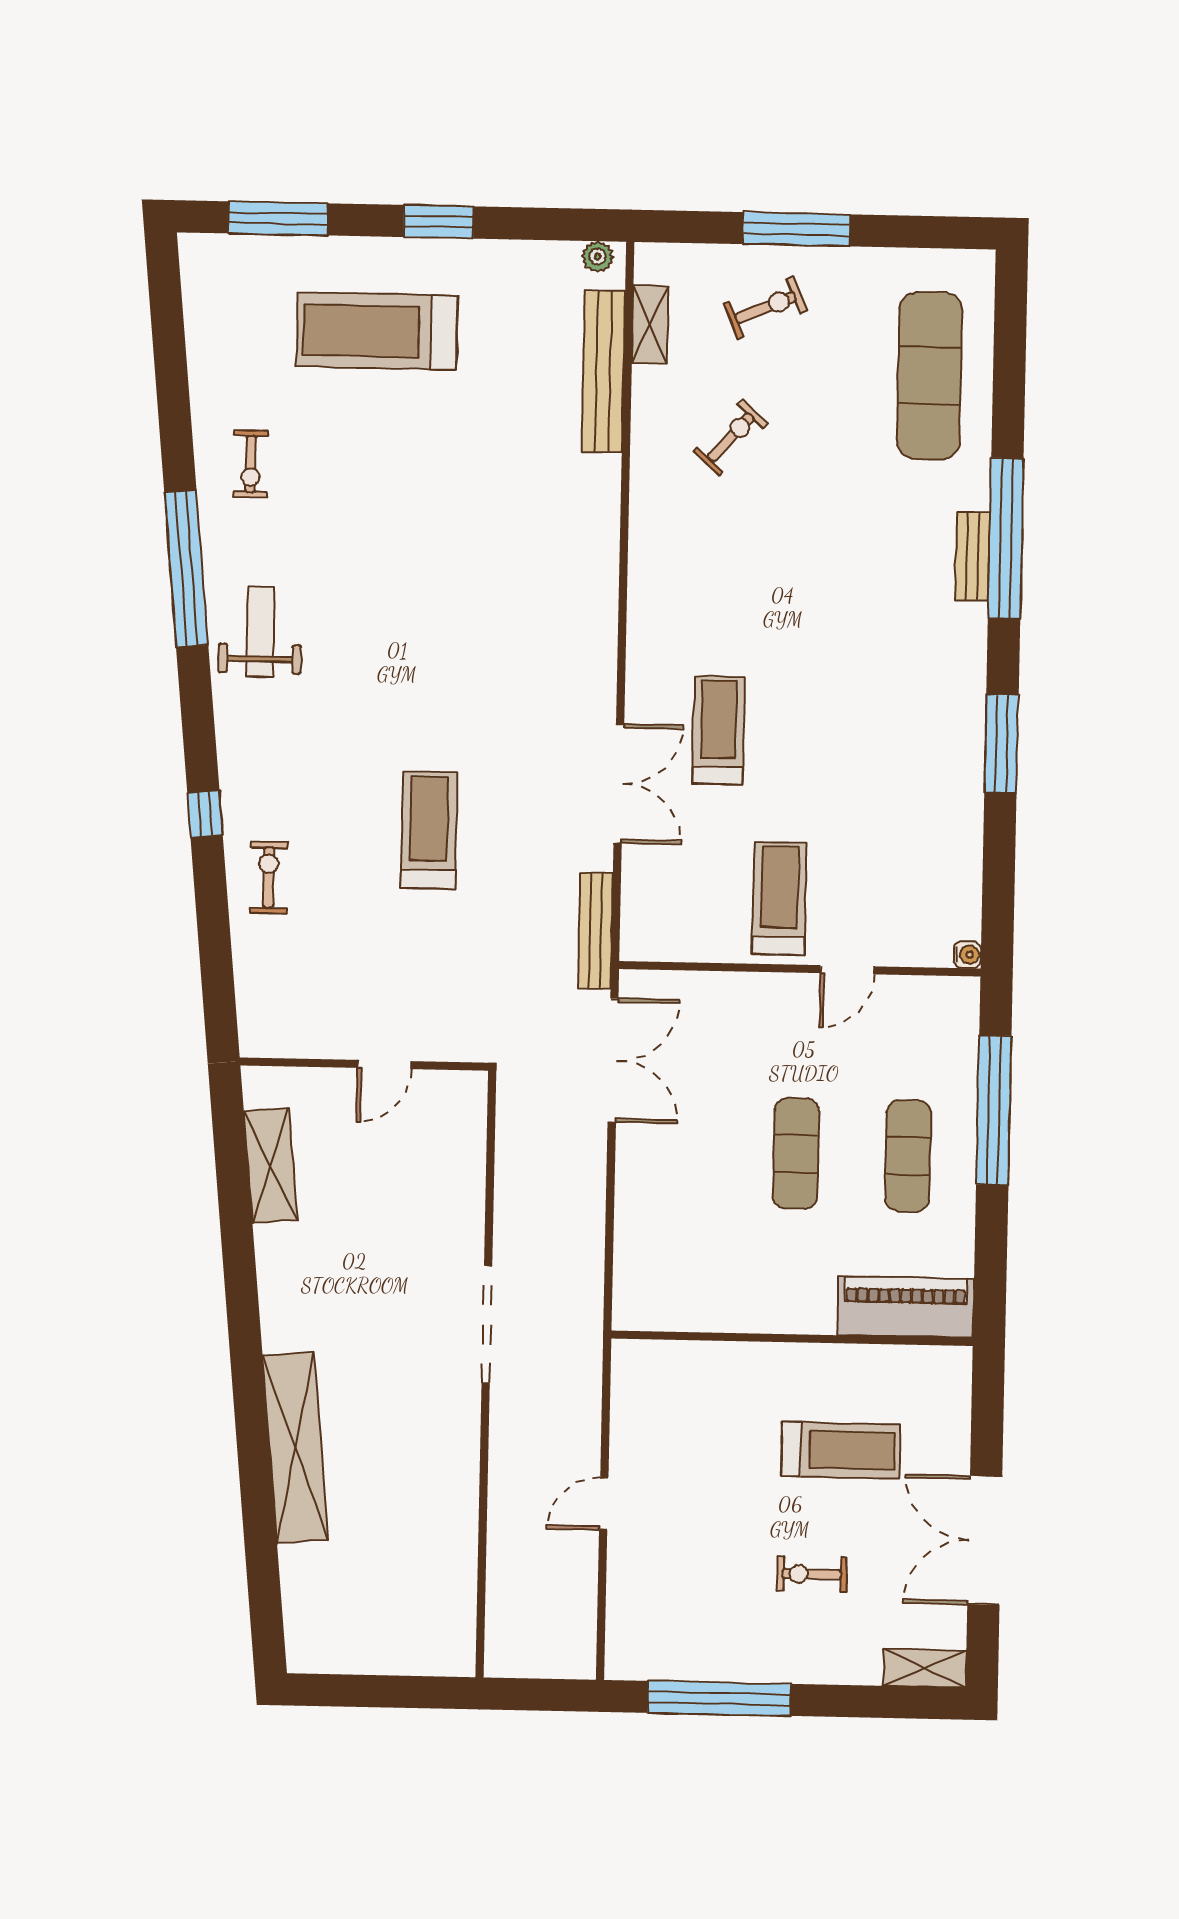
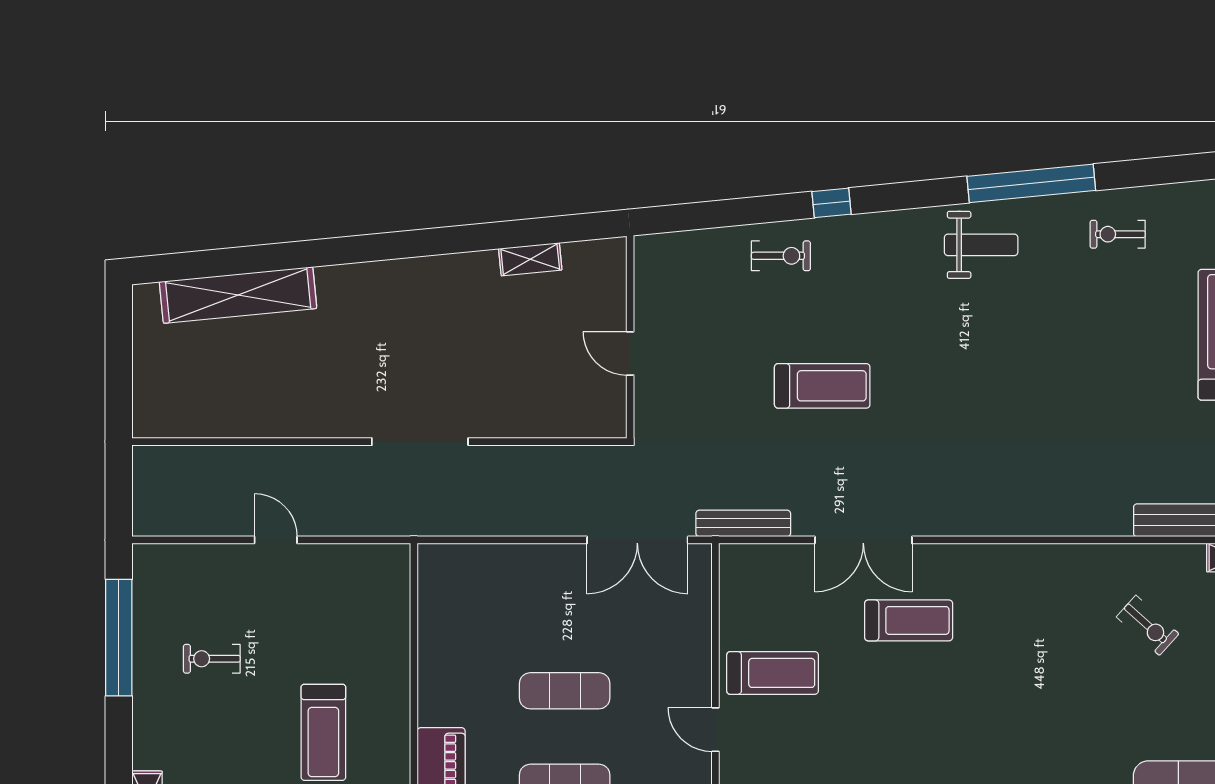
shelving: (271, 1165) -> (530, 259), width x0.67, depth x0.75
shelving: (295, 1448) -> (238, 295), moved
exercise bike: (812, 1574) -> (212, 659), moved, turned -90

